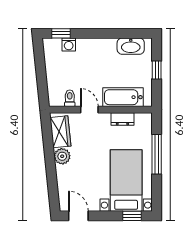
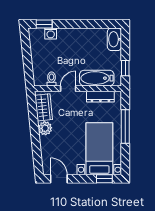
washbasin: (131, 46) -> (114, 39), moved, turned 90
window: (157, 70) -> (125, 68), moved
door: (89, 110) -> (68, 89), hinge flipped
dresser: (122, 119) -> (100, 97), width x1.44

